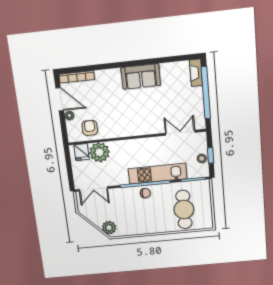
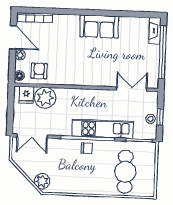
floor lamp: (72, 135) -> (19, 76), added

